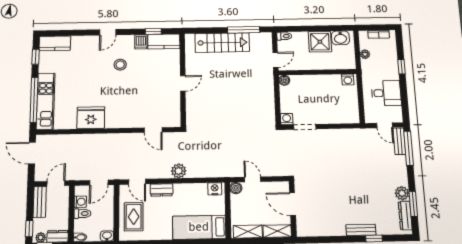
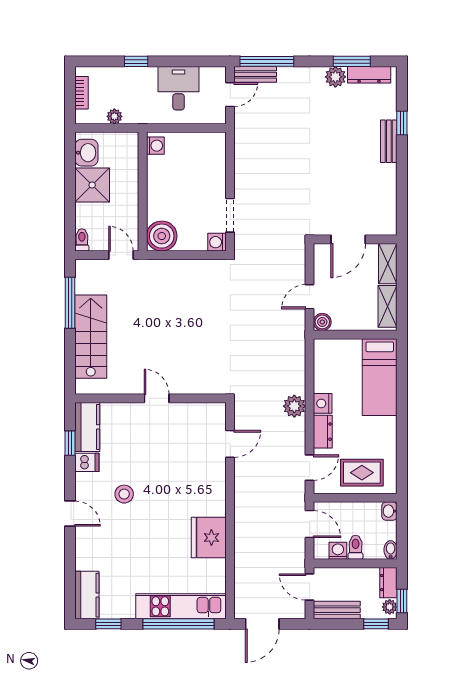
boiler: (284, 80) -> (162, 236), width x1.86, depth x1.86
nightstand: (215, 189) -> (323, 403), moved

